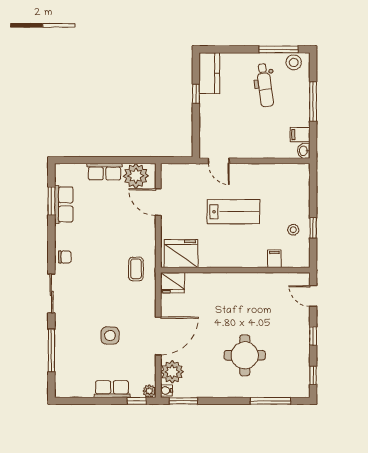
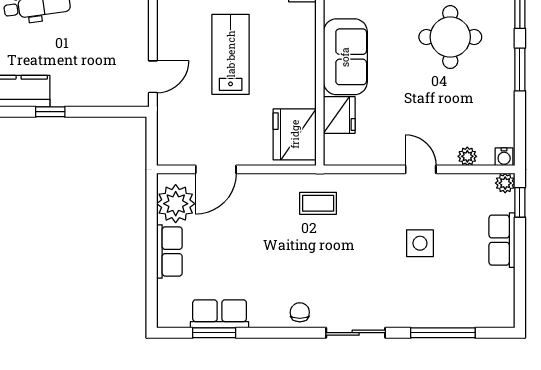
fridge: (173, 283) -> (339, 115), moved
sofa: (232, 287) -> (345, 57), added
door: (158, 336) -> (421, 169), width x0.53
plant: (172, 372) -> (467, 156), width x0.53, depth x0.53
window: (183, 401) -> (520, 70), moved

